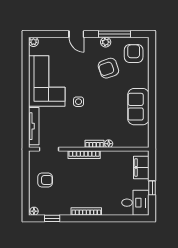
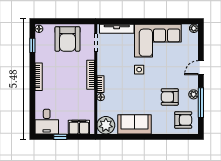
armchair: (108, 68) -> (170, 97), turned -71
plant: (139, 138) -> (106, 125), added
armchair: (45, 180) -> (67, 39), width x1.88, depth x1.88

